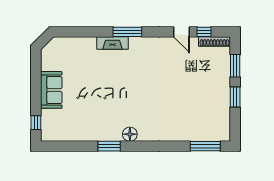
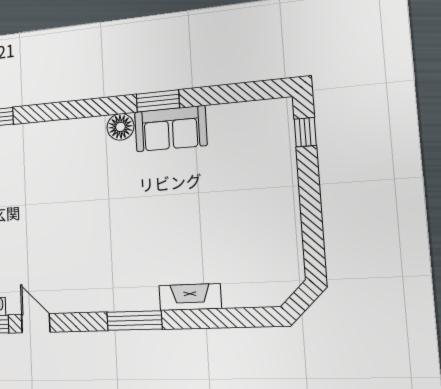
fireplace: (113, 43) -> (190, 297), moved
sofa: (51, 90) -> (171, 129), moved, turned -90

